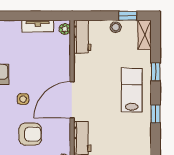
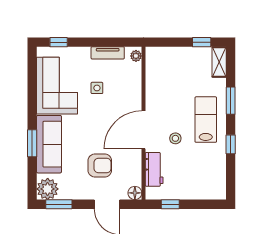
stool: (116, 27) -> (175, 138), moved
workbench: (82, 37) -> (154, 64), removed
window: (156, 72) -> (231, 101), width x1.50
side table: (23, 99) -> (97, 88), moved

